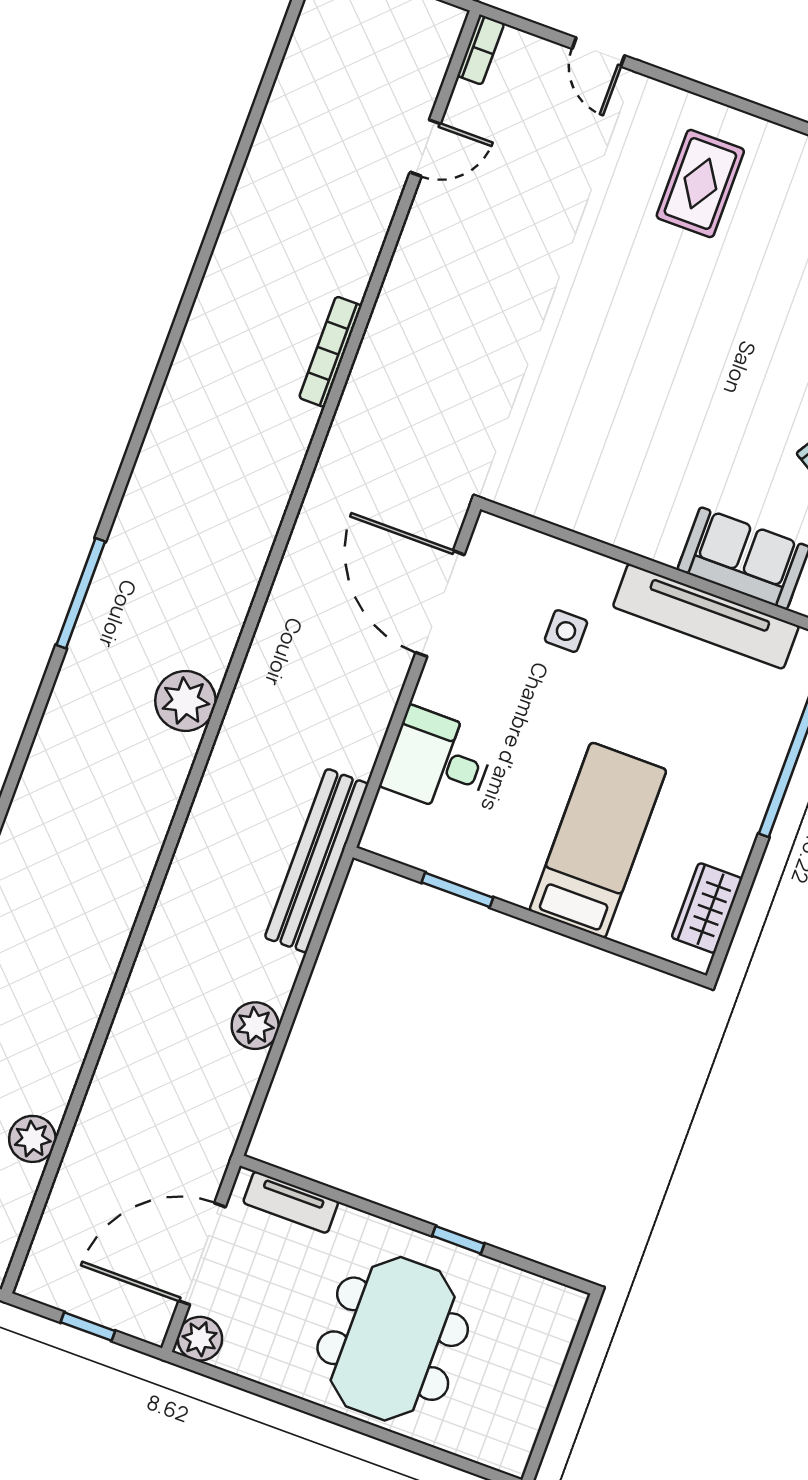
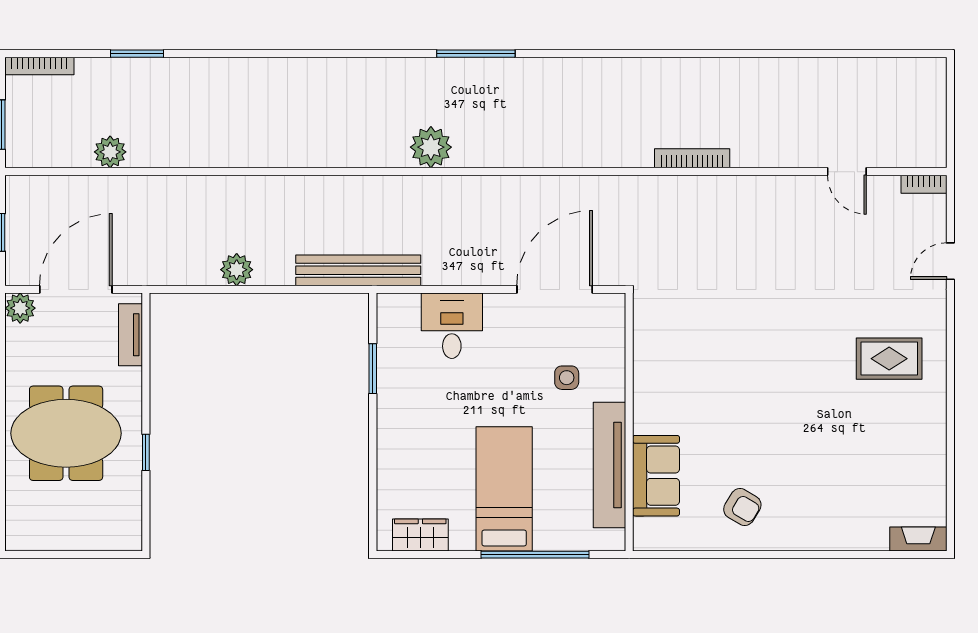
bed: (598, 840) -> (504, 489), moved, turned -90
door: (202, 1254) -> (76, 289), hinge flipped

